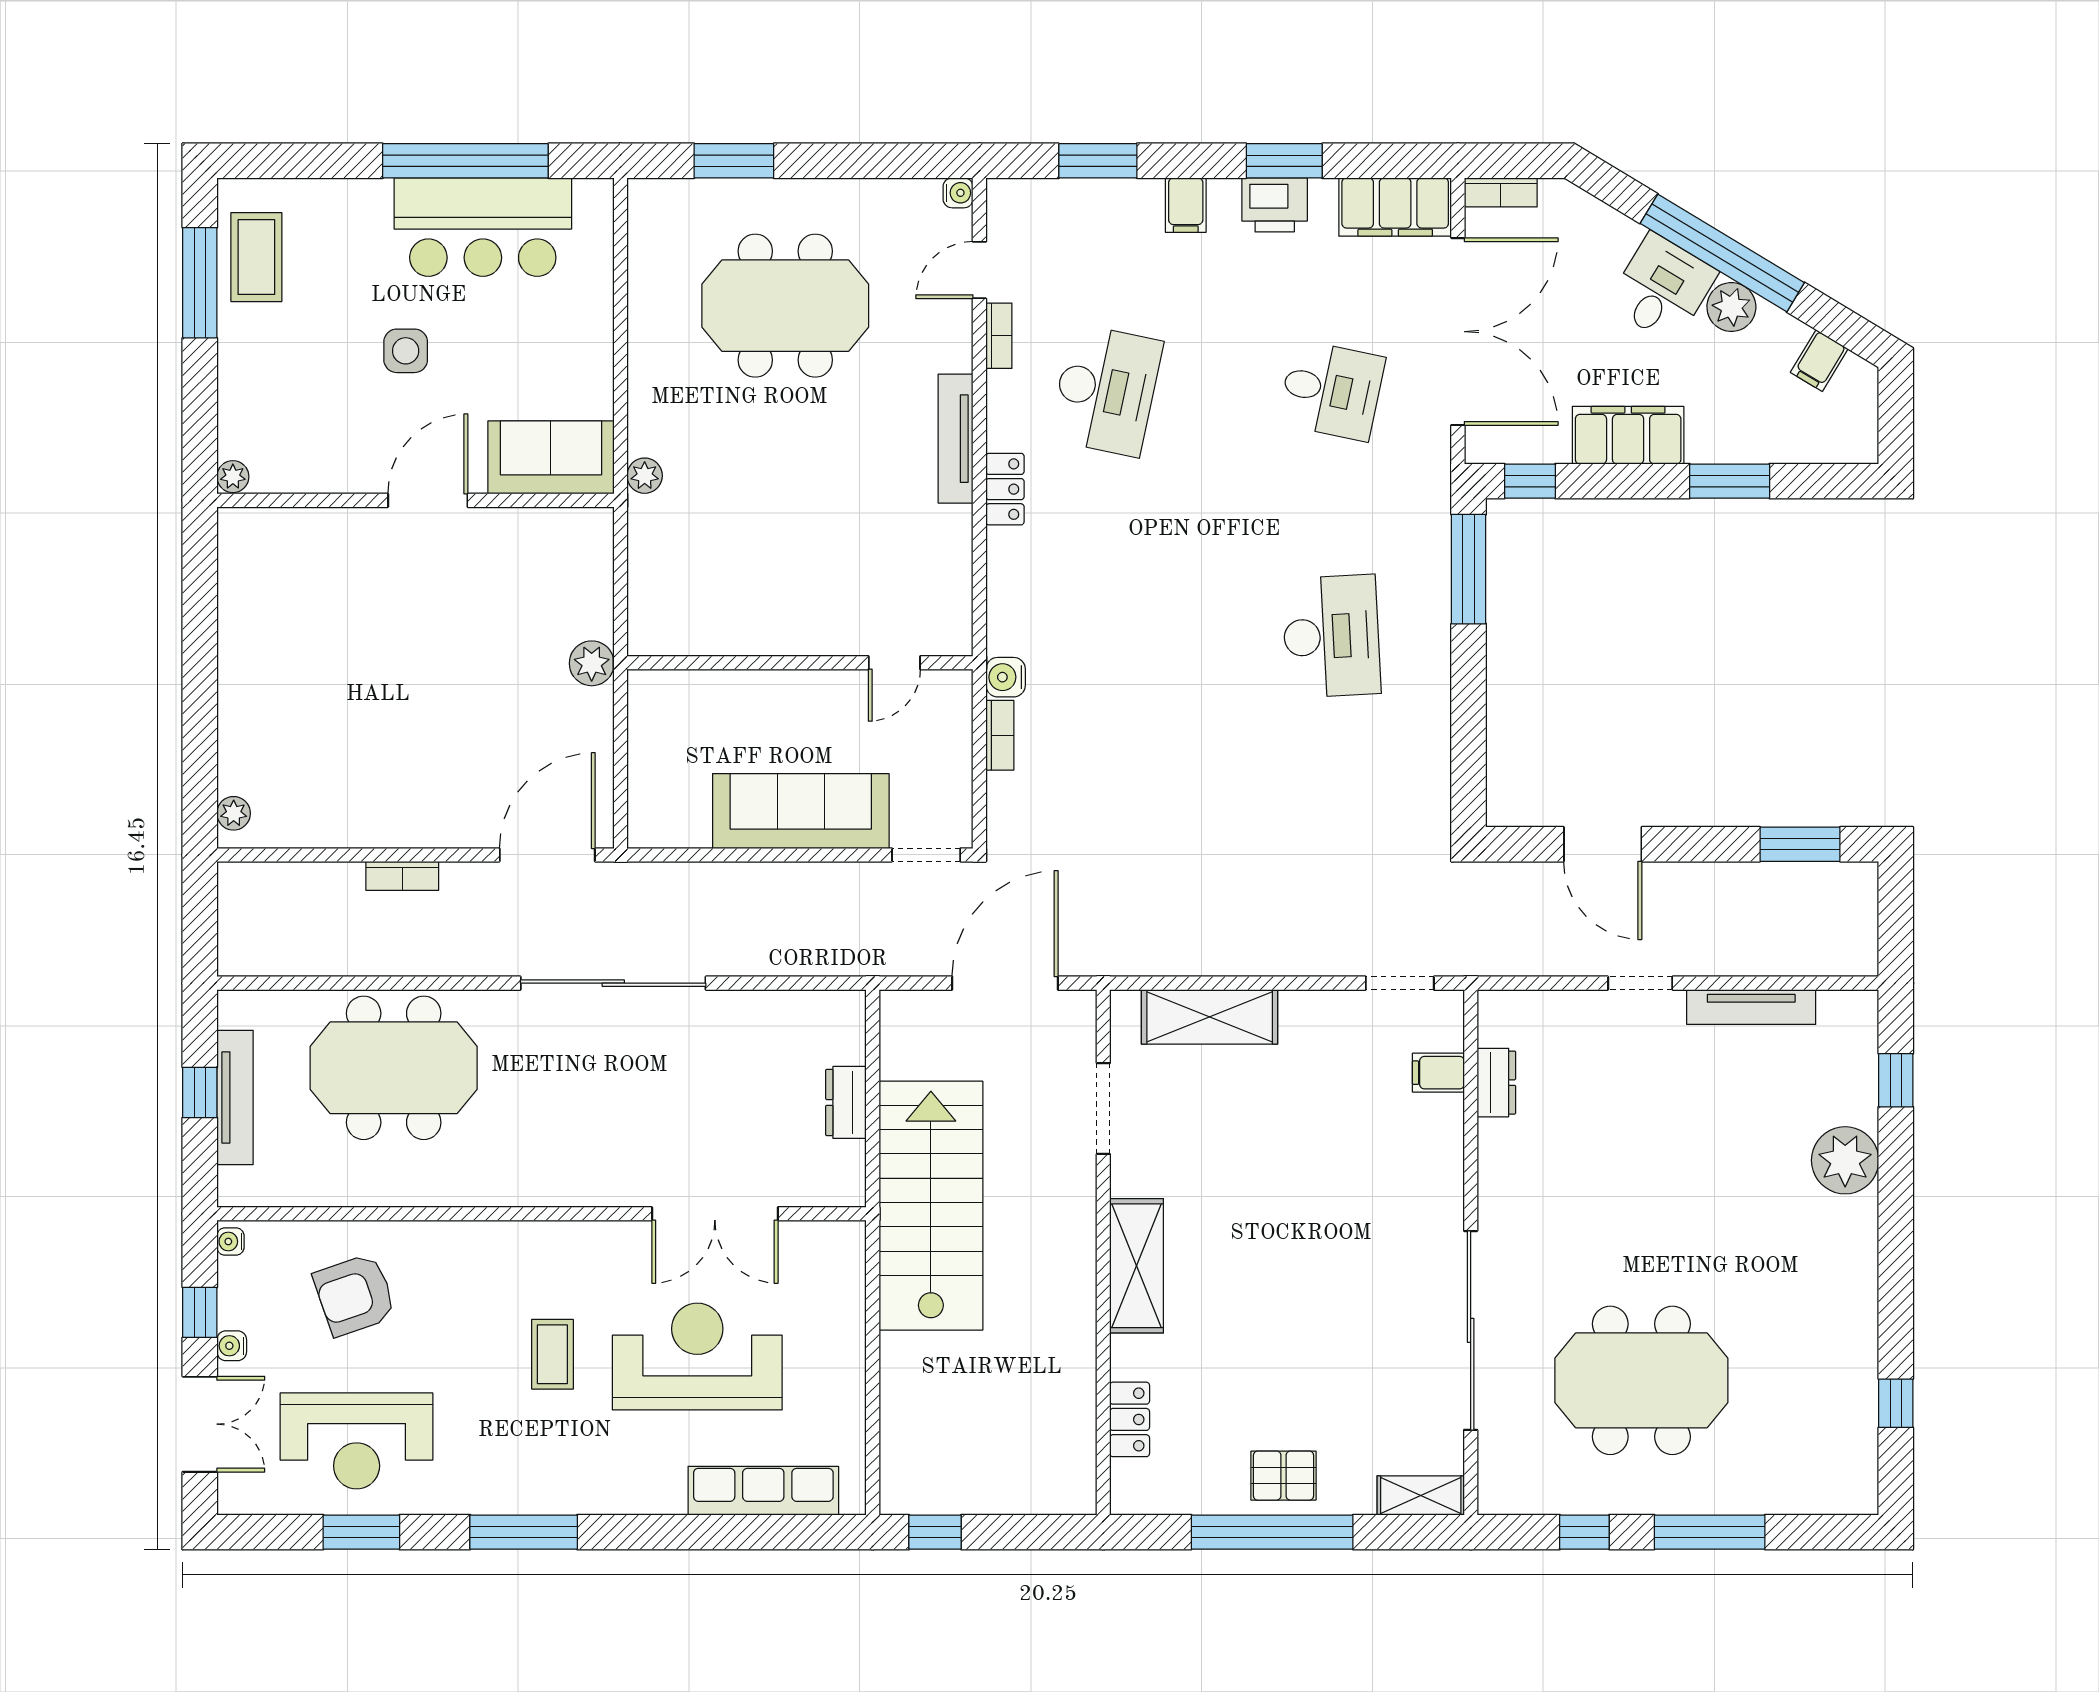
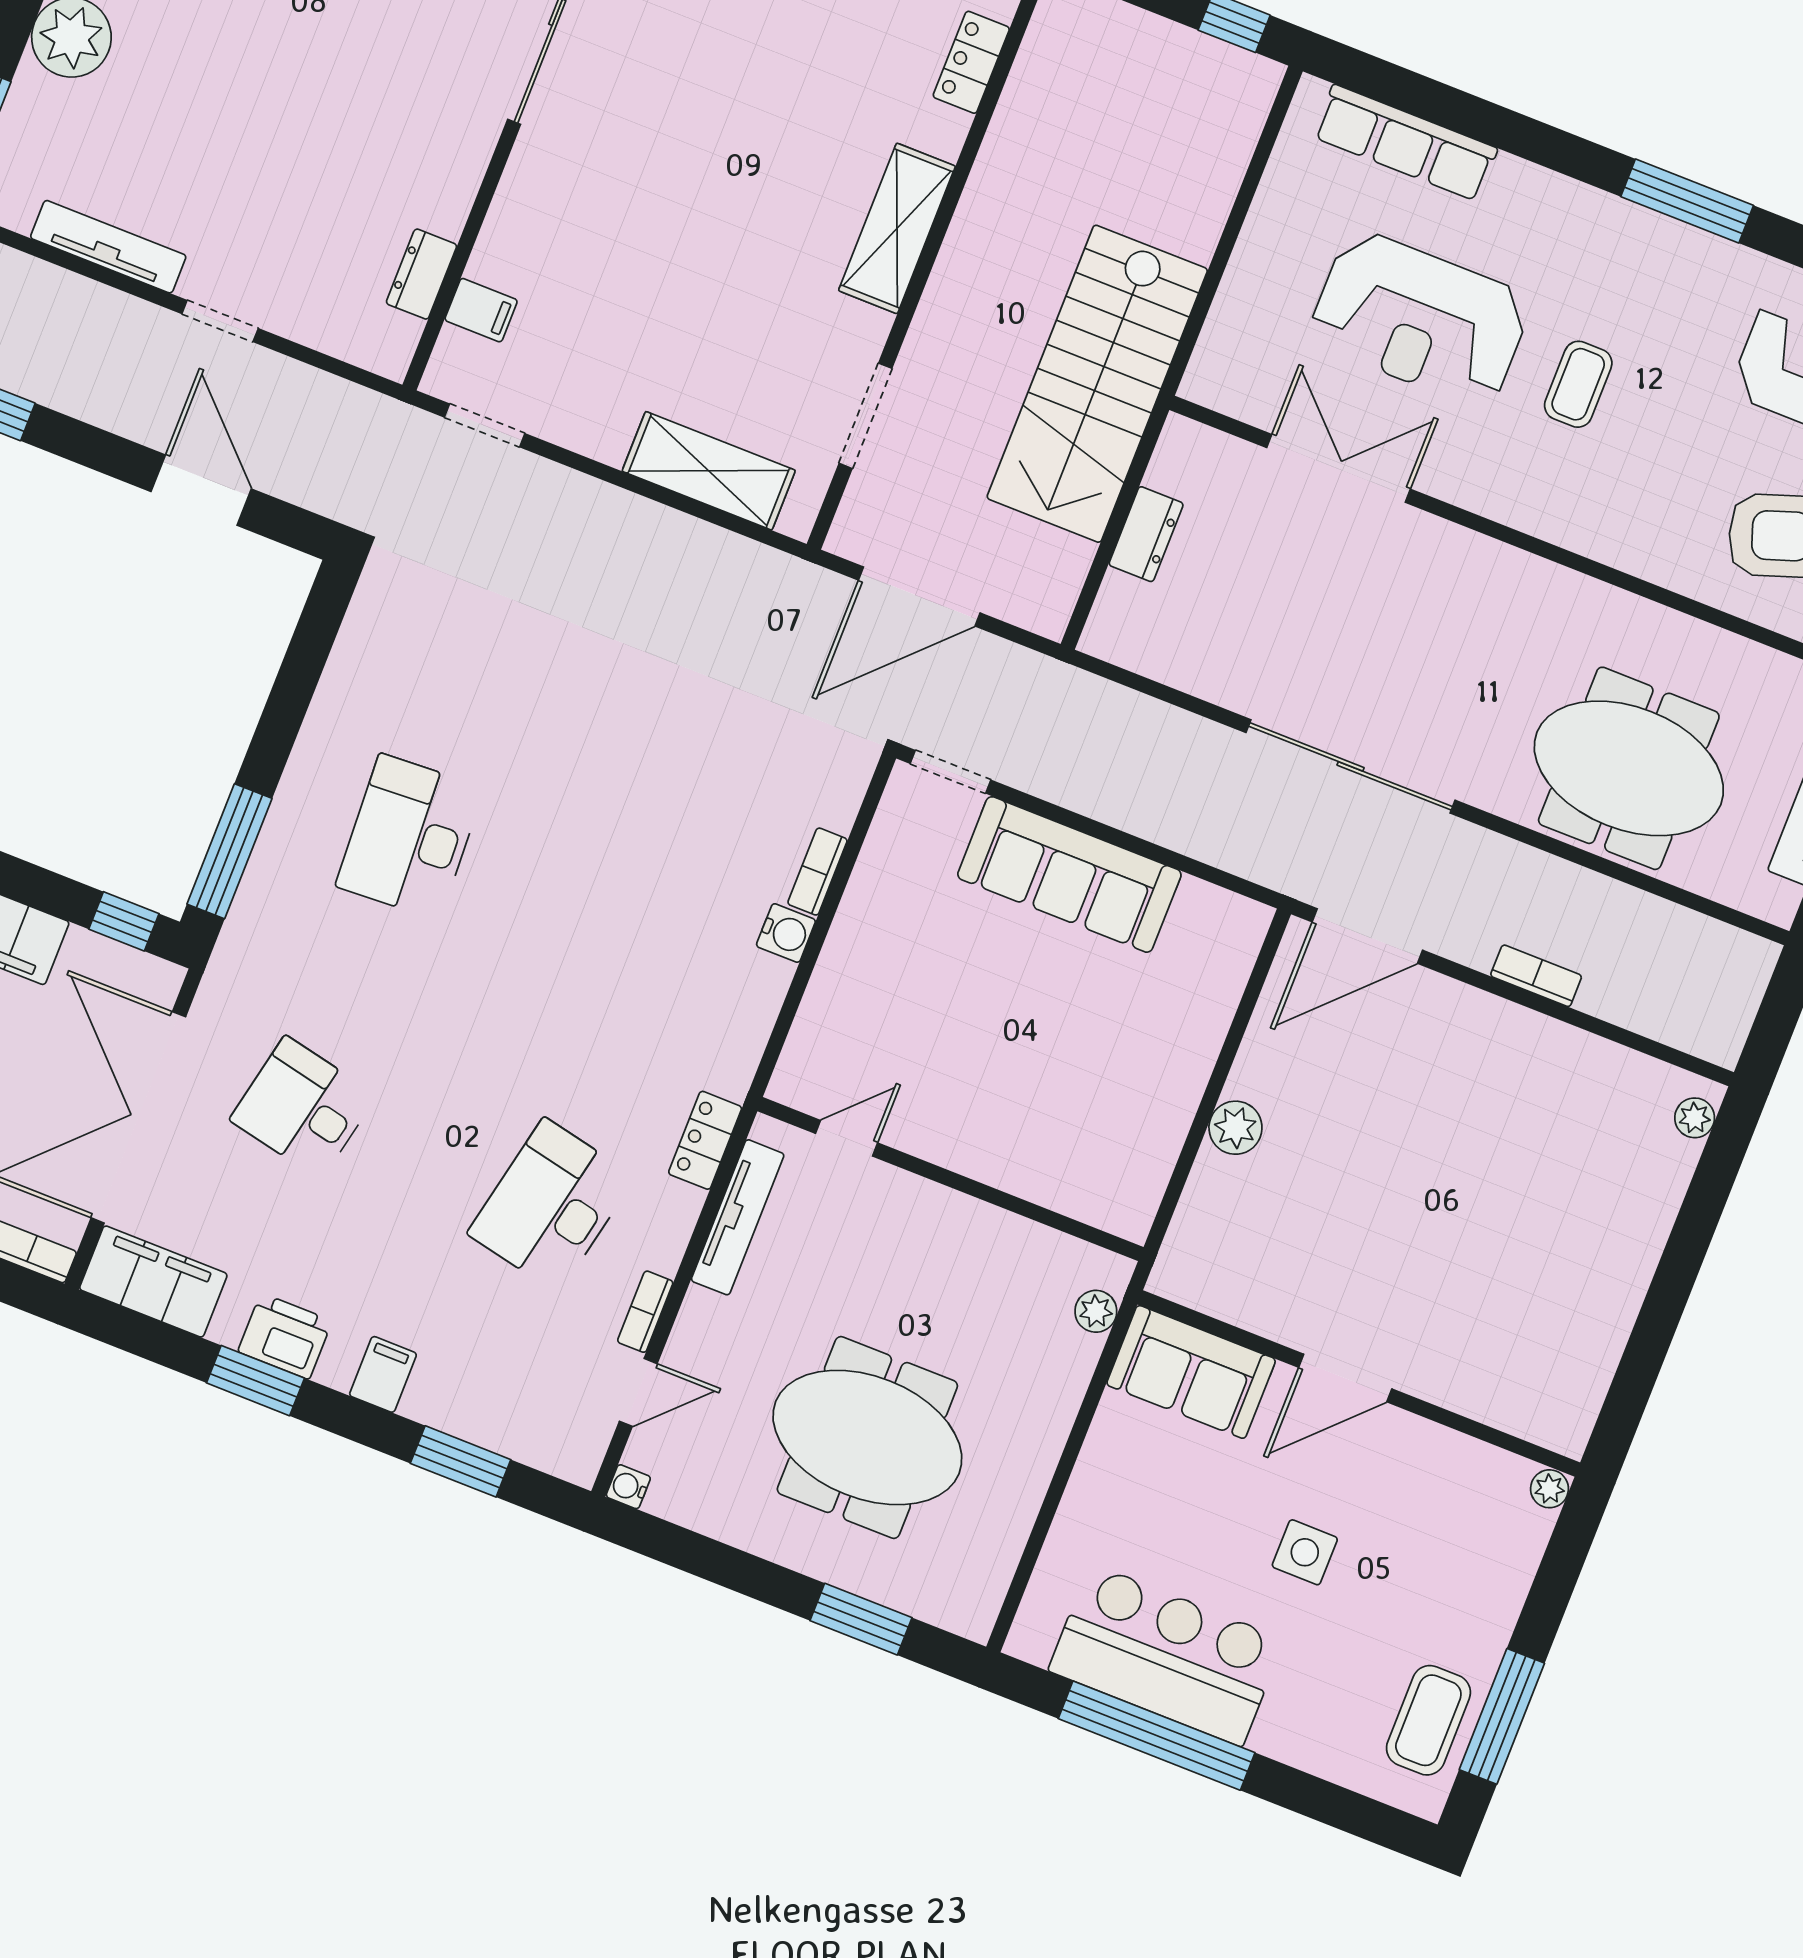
wall: (800, 663) -> (950, 1179), moved
door: (894, 663) -> (847, 1138), moved

